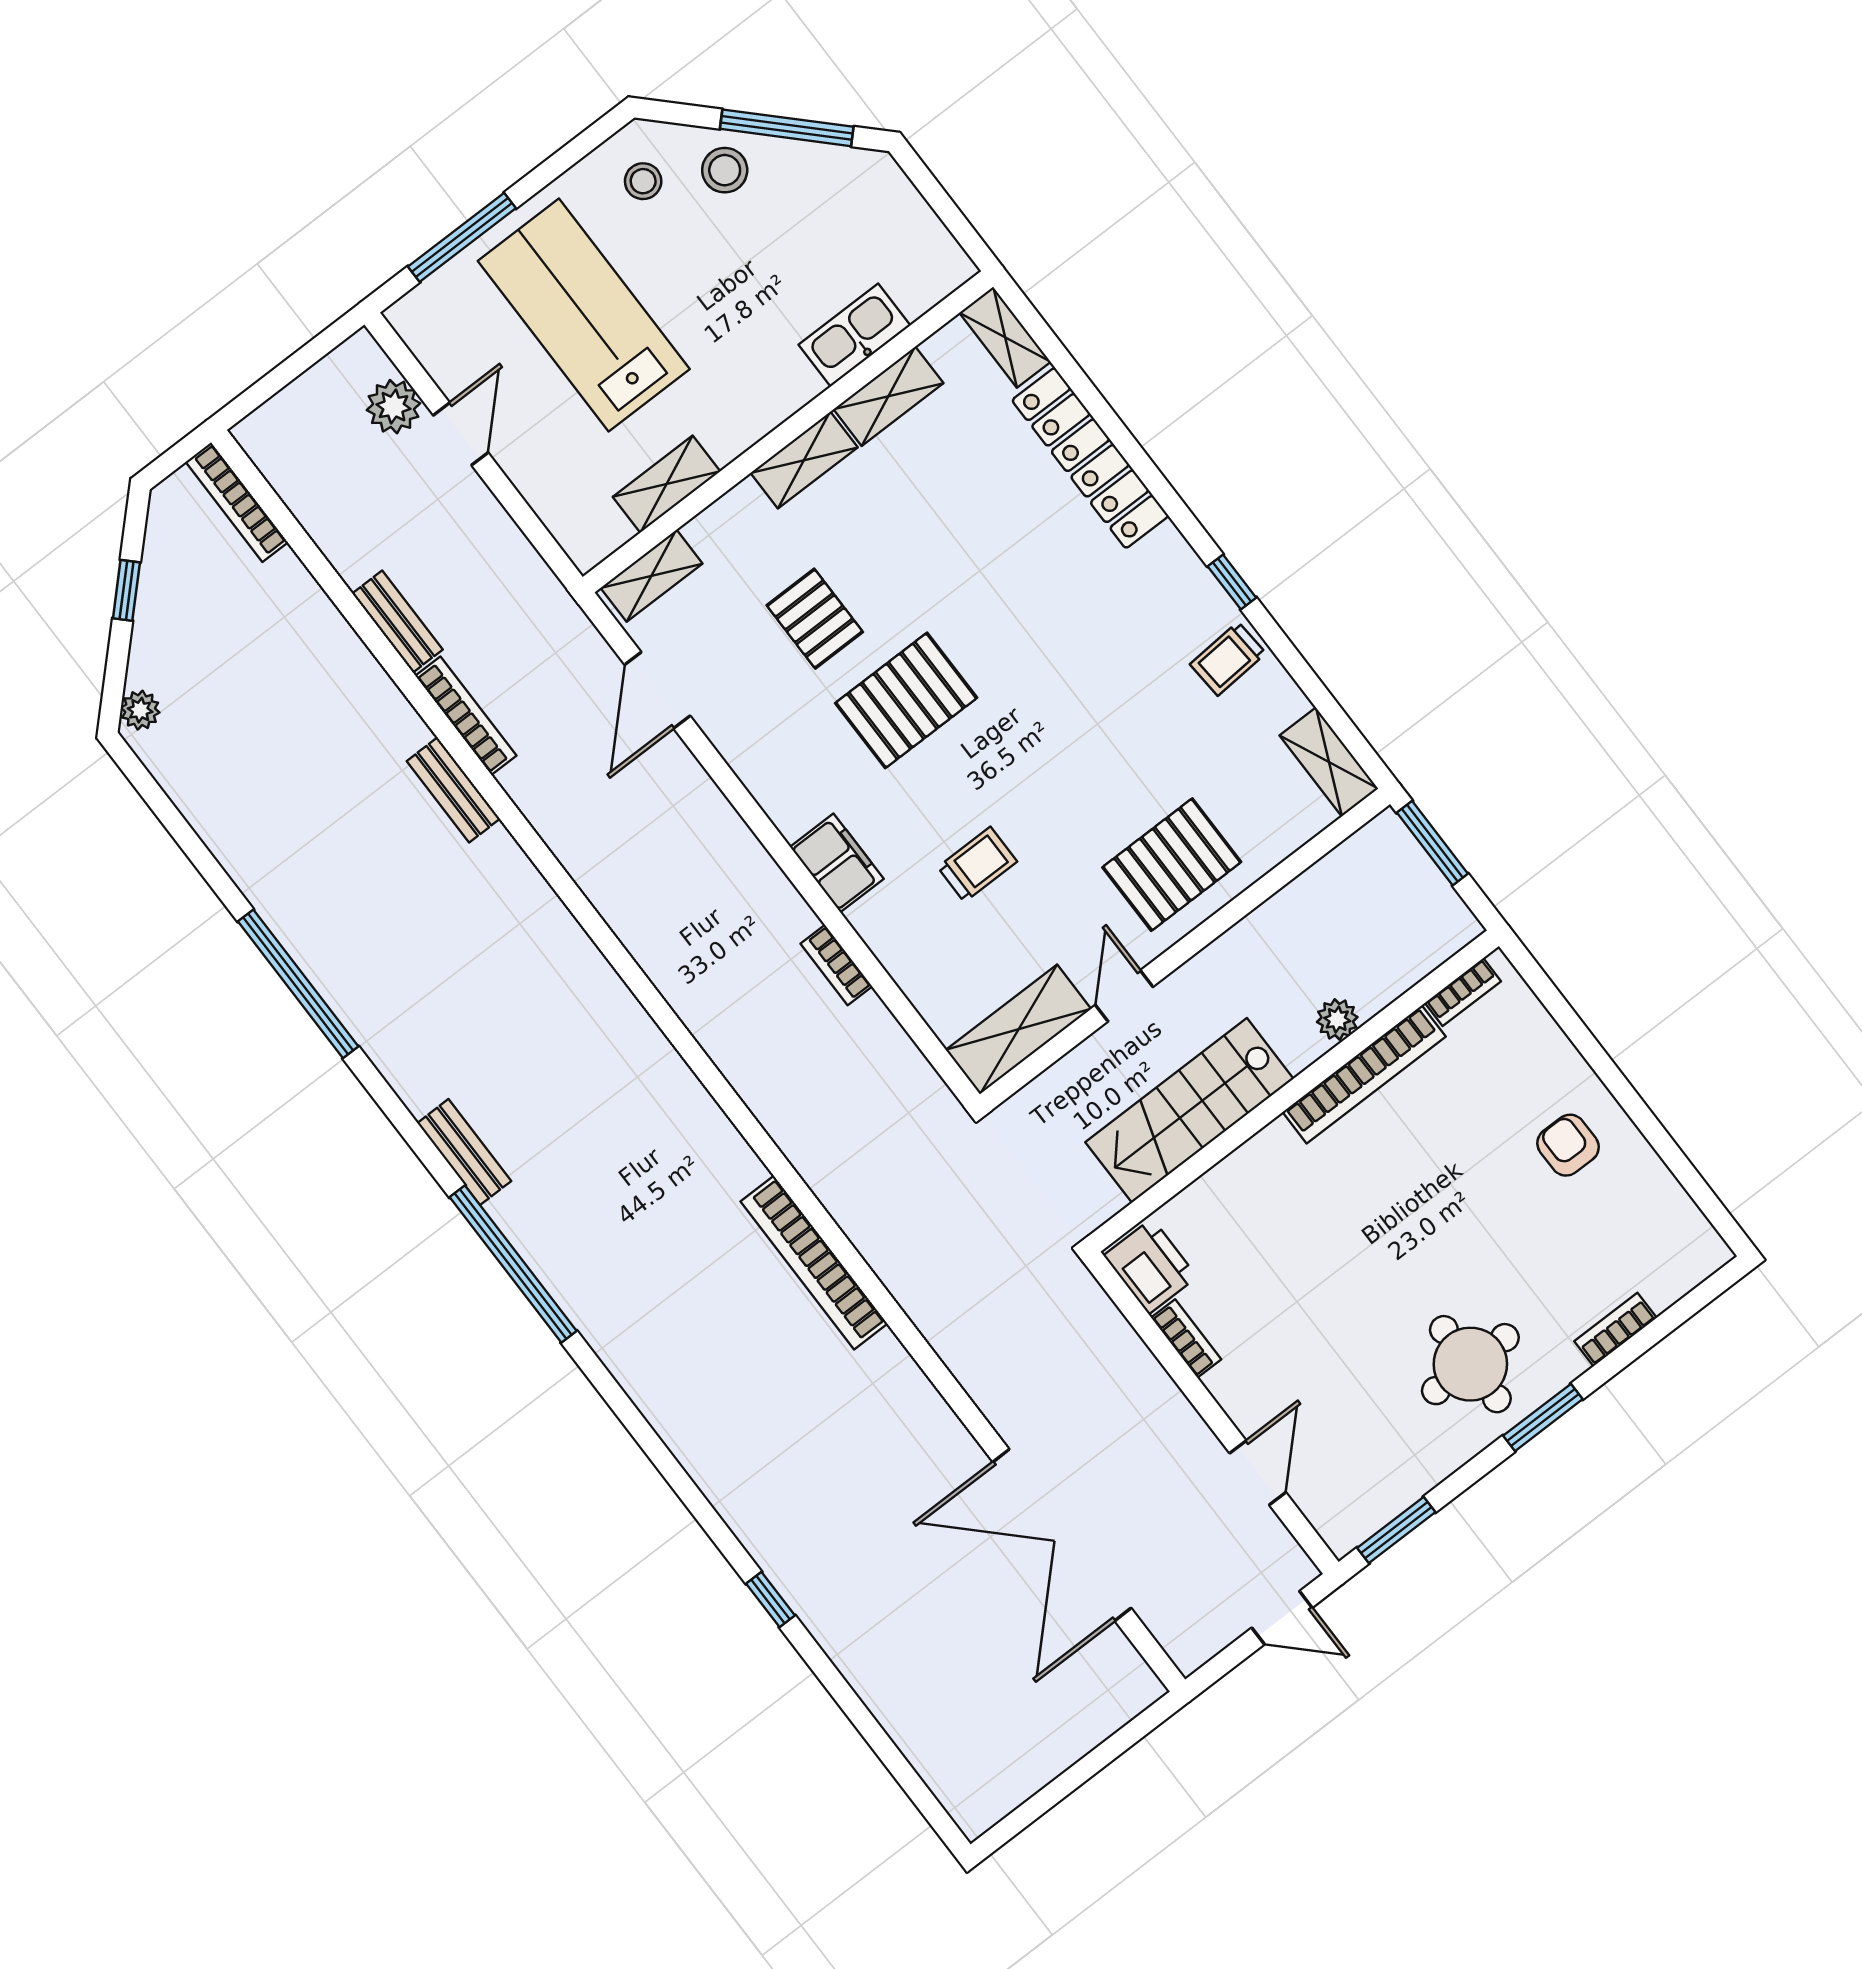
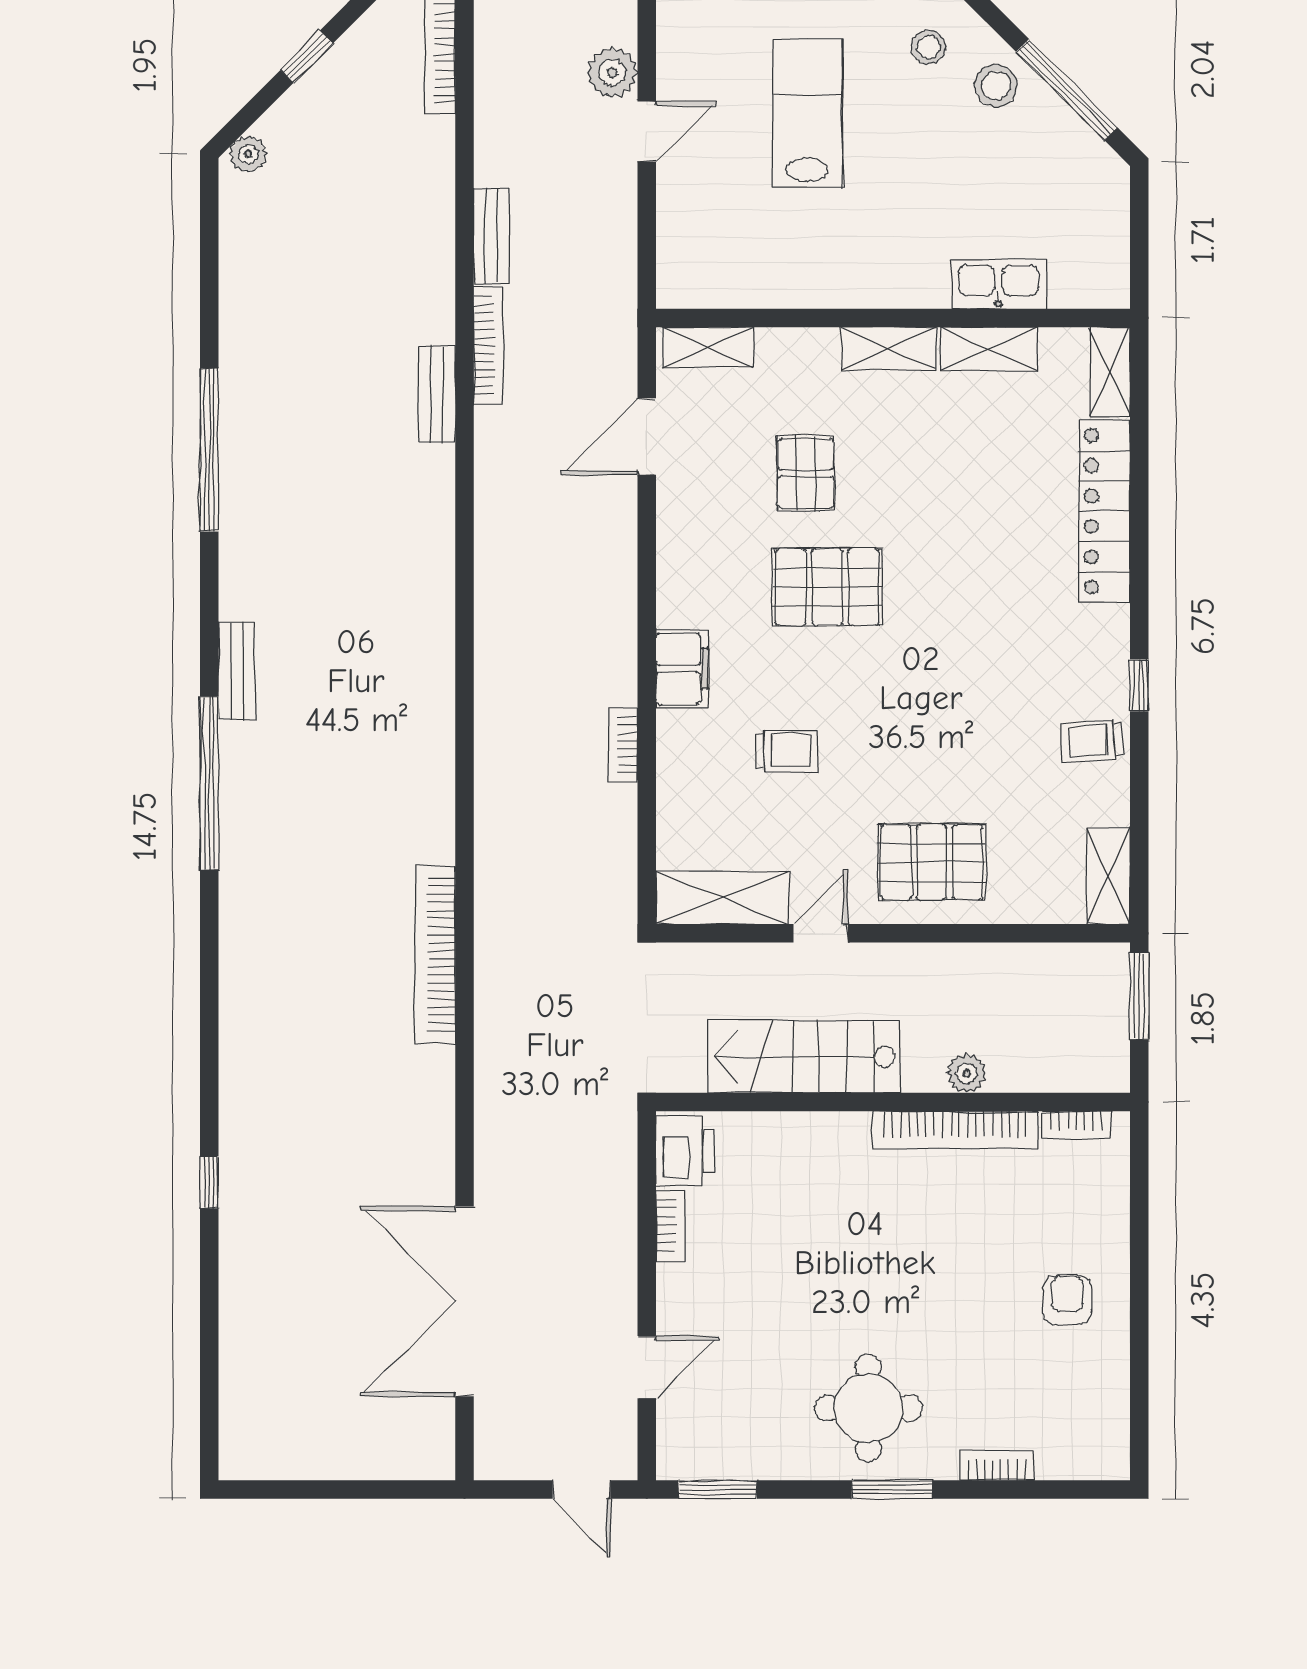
lab bench: (584, 315) -> (807, 113), width x0.73, depth x0.72
shelving: (666, 484) -> (772, 287), removed

